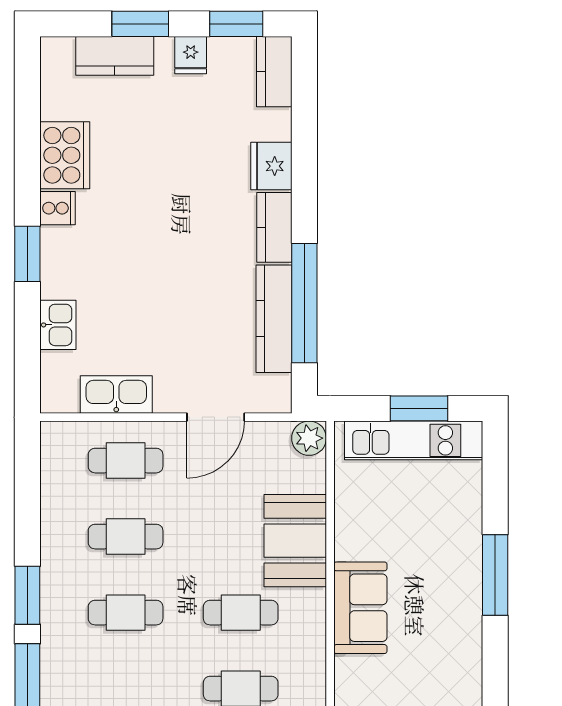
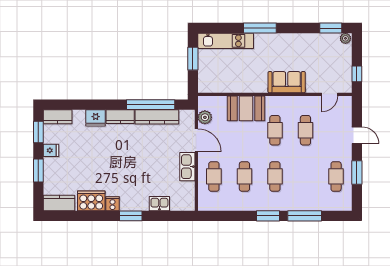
kitchen counter: (115, 56) -> (59, 203), moved, turned -90
kitchen sink: (116, 395) -> (187, 167), moved
plant: (309, 438) -> (205, 117), moved
kitchen unit: (414, 440) -> (226, 41), moved, turned 90
sofa: (360, 608) -> (287, 82), moved

